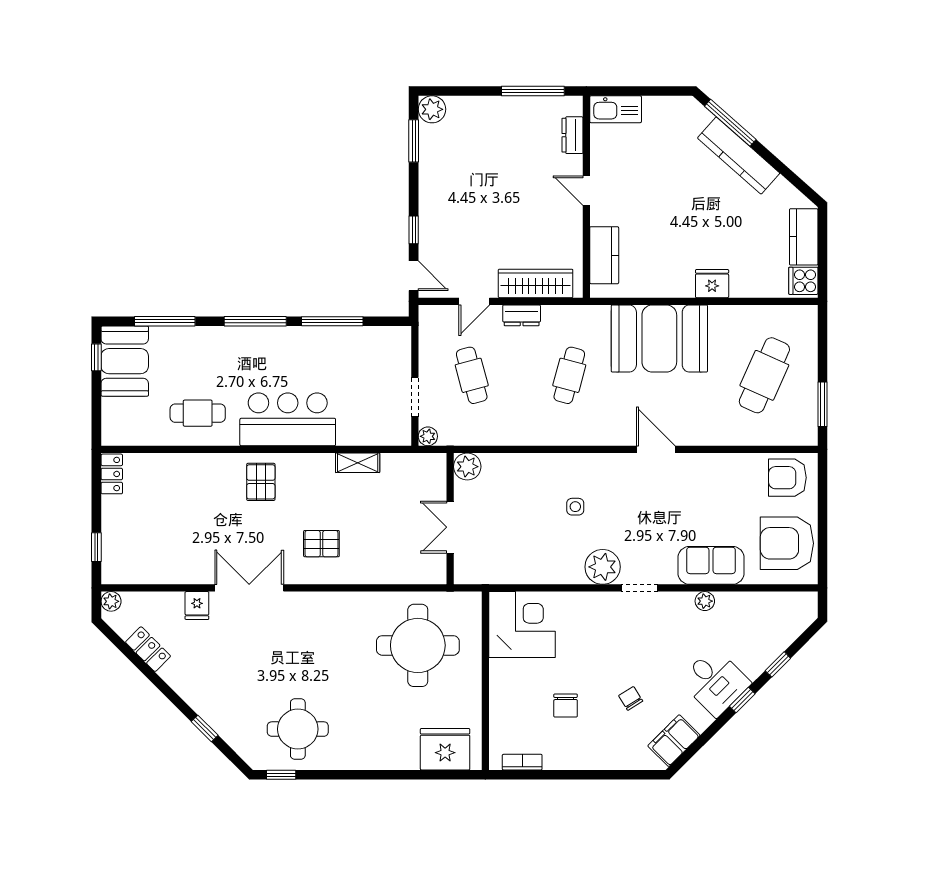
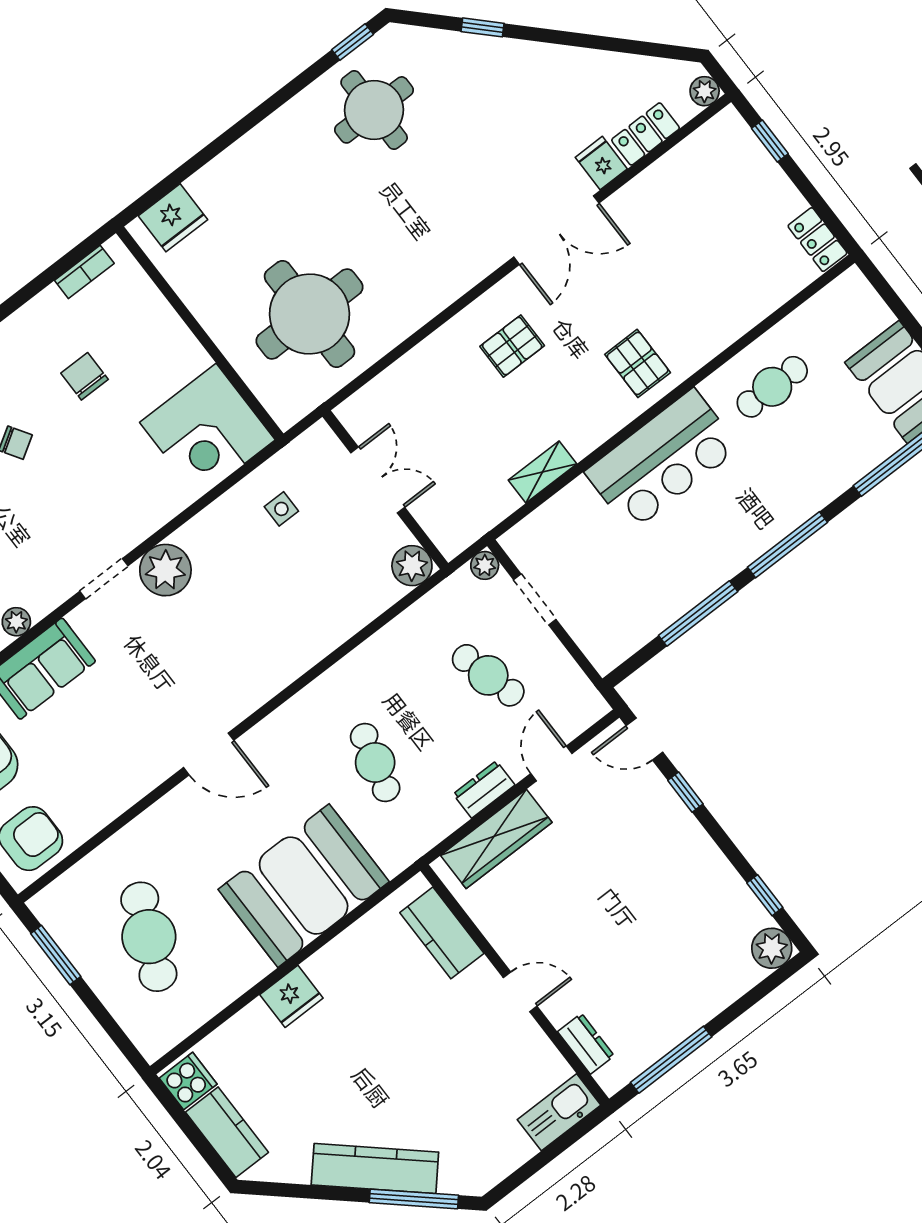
window: (414, 141) -> (765, 895), width x0.67
side table: (575, 507) -> (281, 509), moved
locker: (148, 649) -> (646, 134), moved, turned 135
fridge: (445, 749) -> (173, 218), width x0.73, depth x0.75

